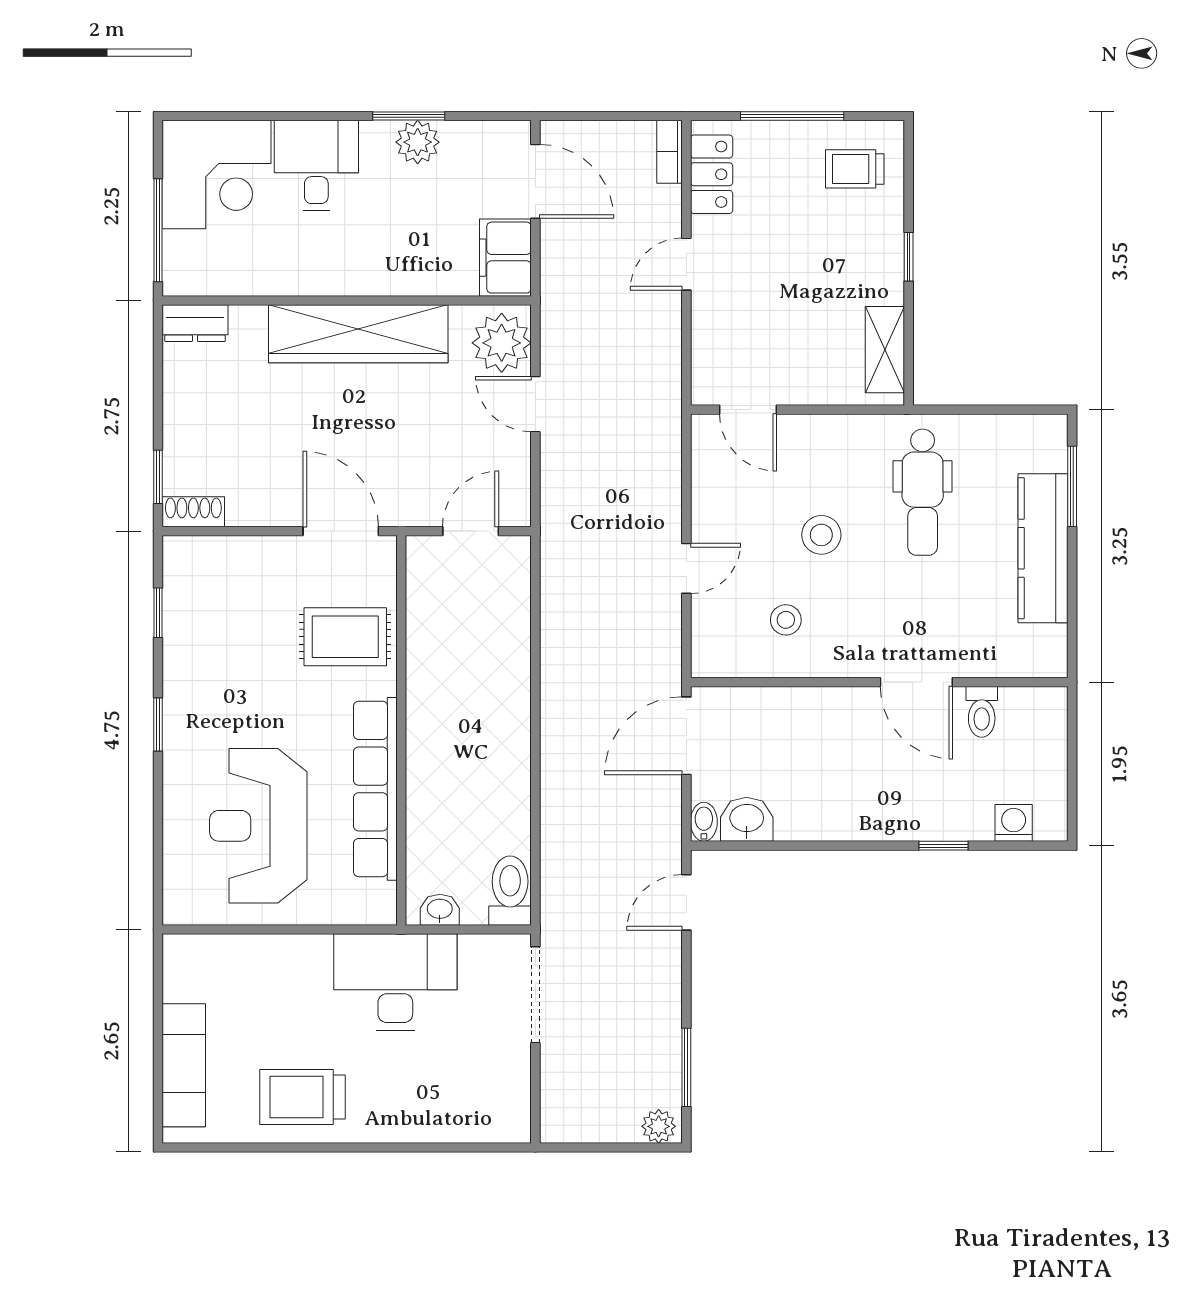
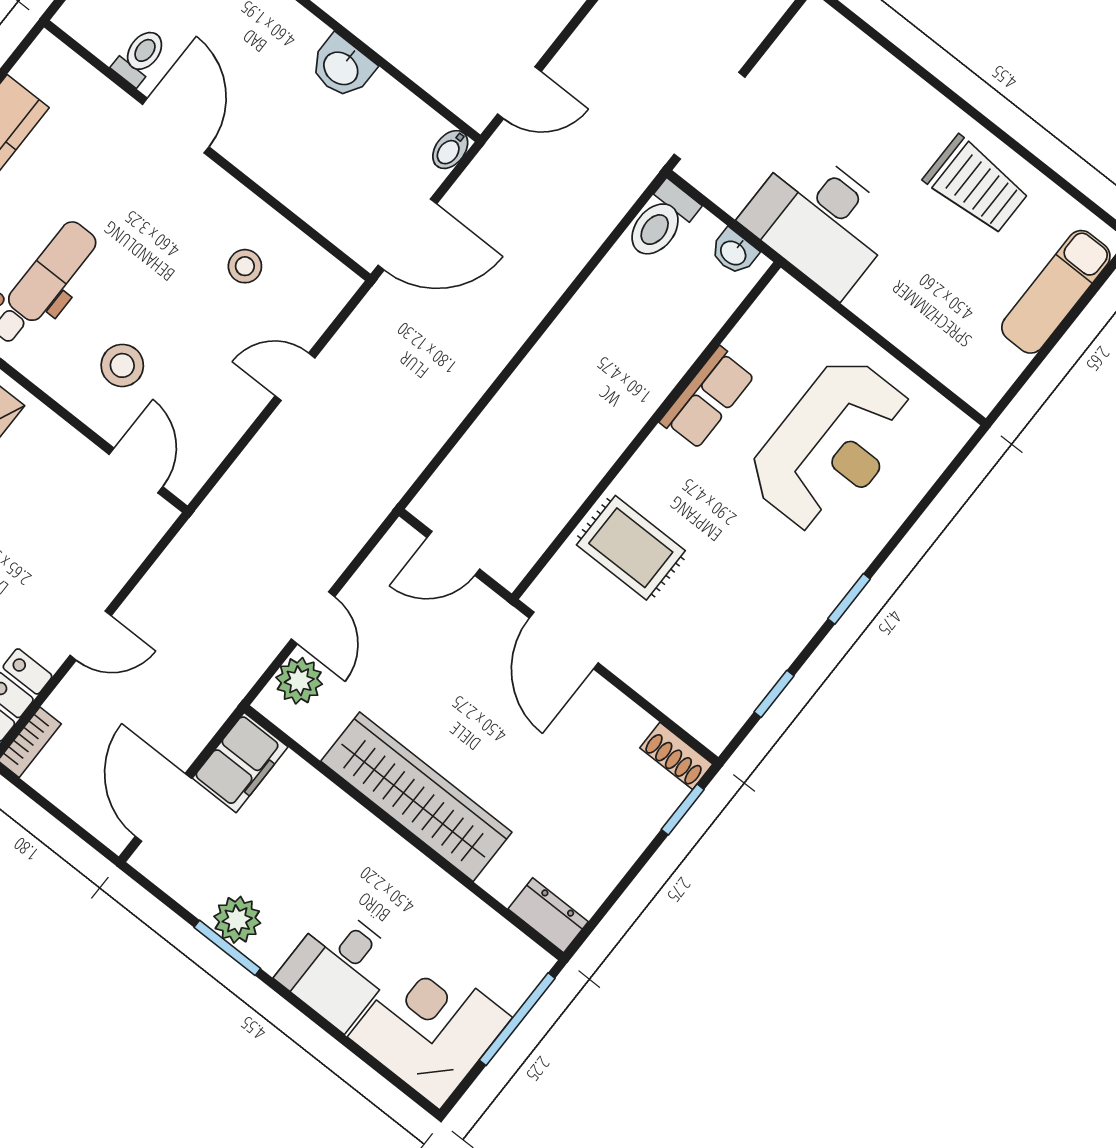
plant: (502, 343) -> (299, 681), width x0.73, depth x0.73
stool: (821, 535) -> (122, 365), moved
row of seats: (375, 789) -> (708, 398), width x0.50
washbasin: (747, 819) -> (342, 67), moved

